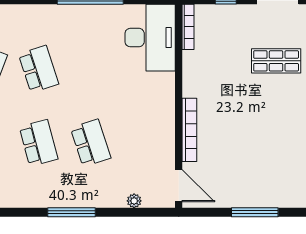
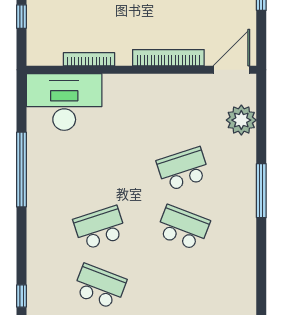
bookcase: (188, 27) -> (89, 59), moved
school desk: (39, 143) -> (183, 228), turned 36
plant: (134, 201) -> (241, 120), width x1.88, depth x1.88

